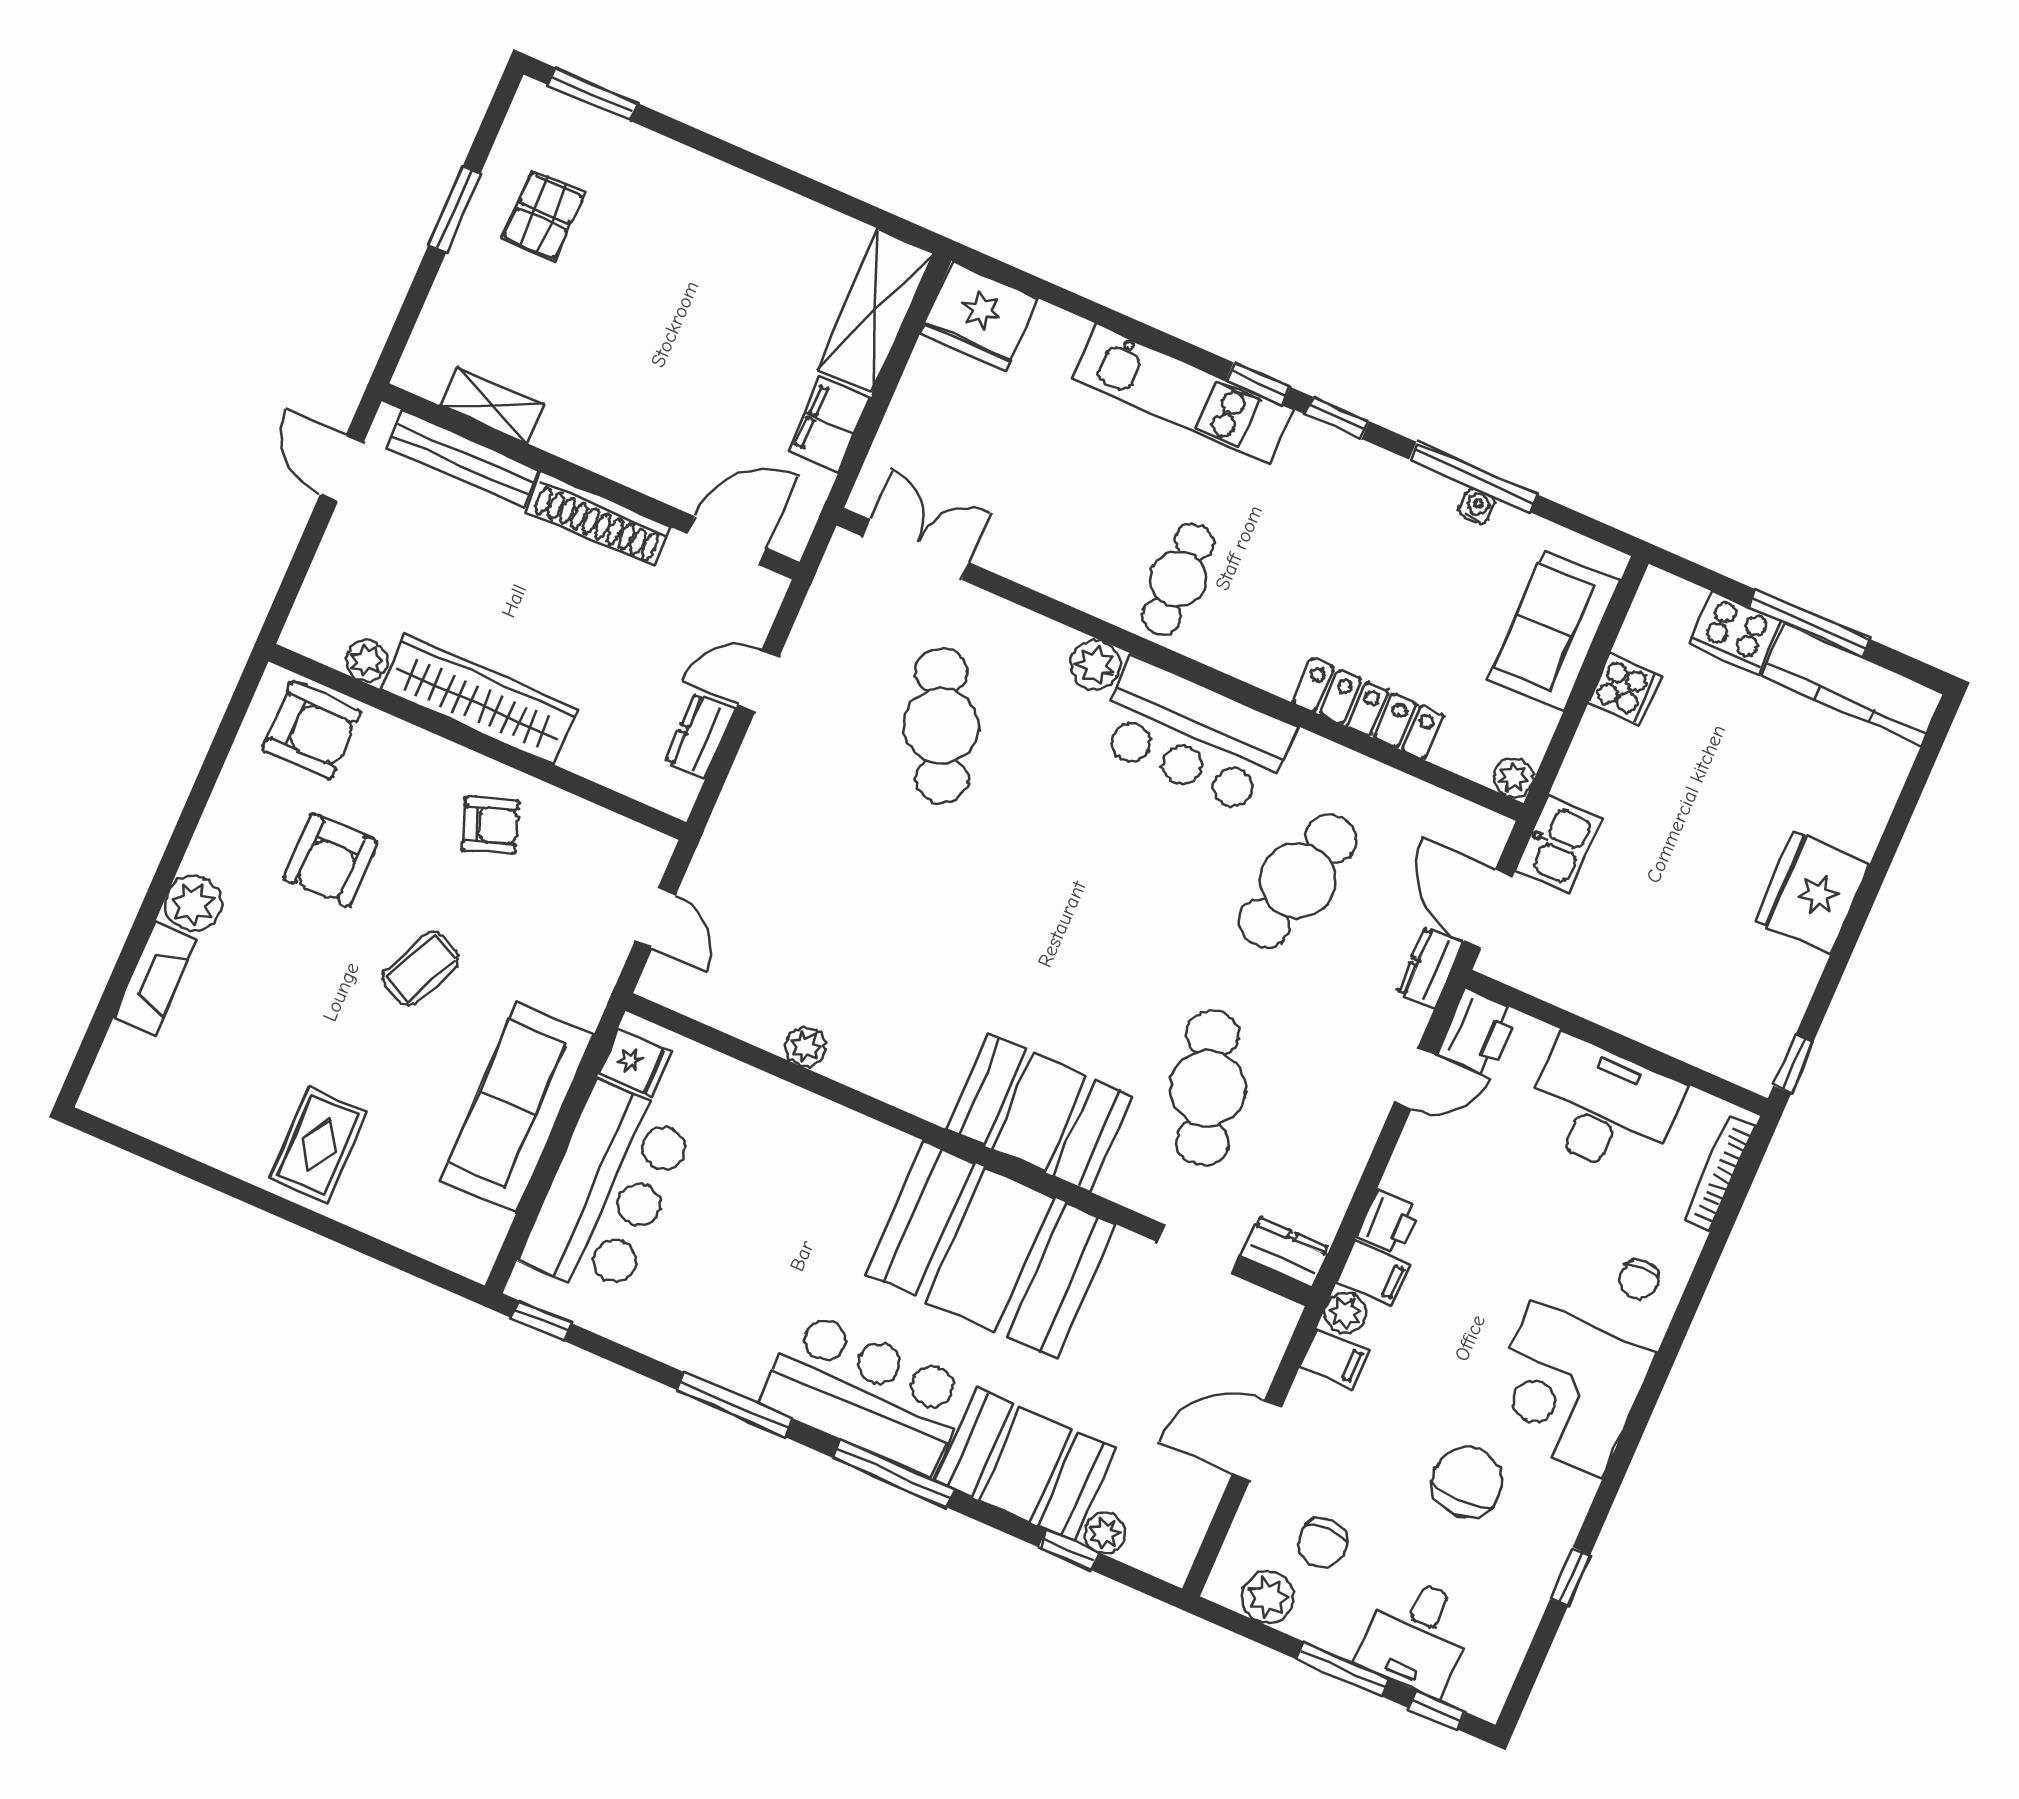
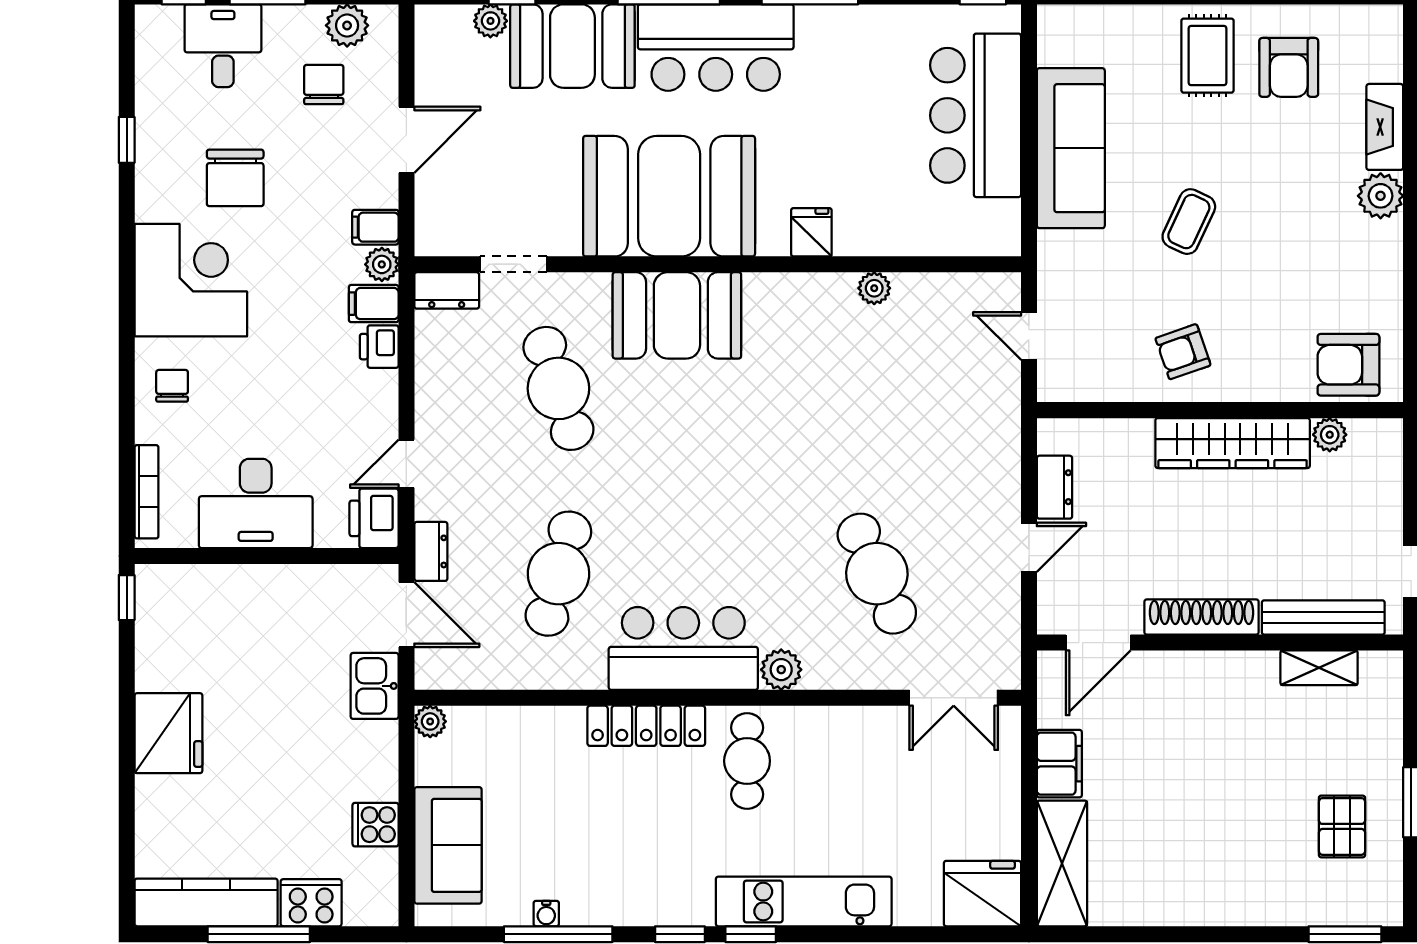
locker: (1368, 709) -> (646, 726), moved
armchair: (330, 860) -> (1289, 67), moved, turned 180
fridge: (635, 1063) -> (811, 232), moved, turned 90

